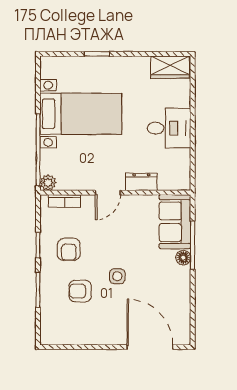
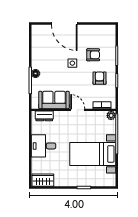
dresser: (141, 182) -> (44, 116), moved
door: (108, 193) -> (78, 110), hinge flipped
sofa: (175, 222) -> (54, 100), moved, turned -90
door: (150, 347) -> (64, 23), moved

